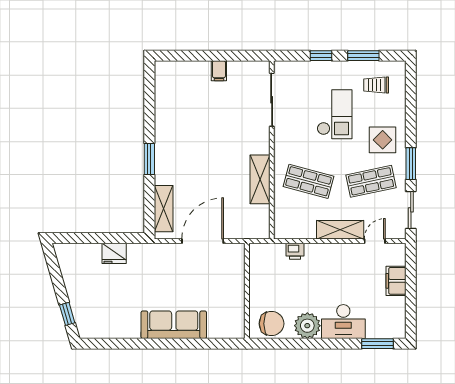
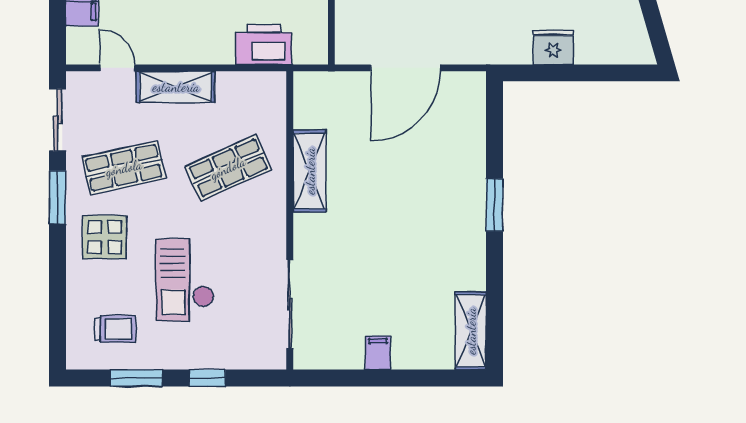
shop shelf: (309, 181) -> (228, 168), turned -39
shelving: (164, 209) -> (471, 331), moved
door: (375, 241) -> (118, 68), swing flipped
printer: (295, 251) -> (264, 45), width x1.87, depth x1.48

